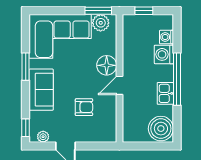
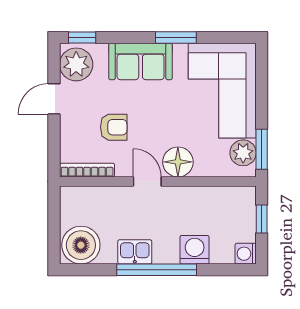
washing machine: (166, 37) -> (246, 254), moved, turned -90
armchair: (84, 107) -> (114, 127), turned -90
bookcase: (112, 125) -> (87, 170), added
plant: (43, 137) -> (76, 64), width x1.88, depth x1.88

